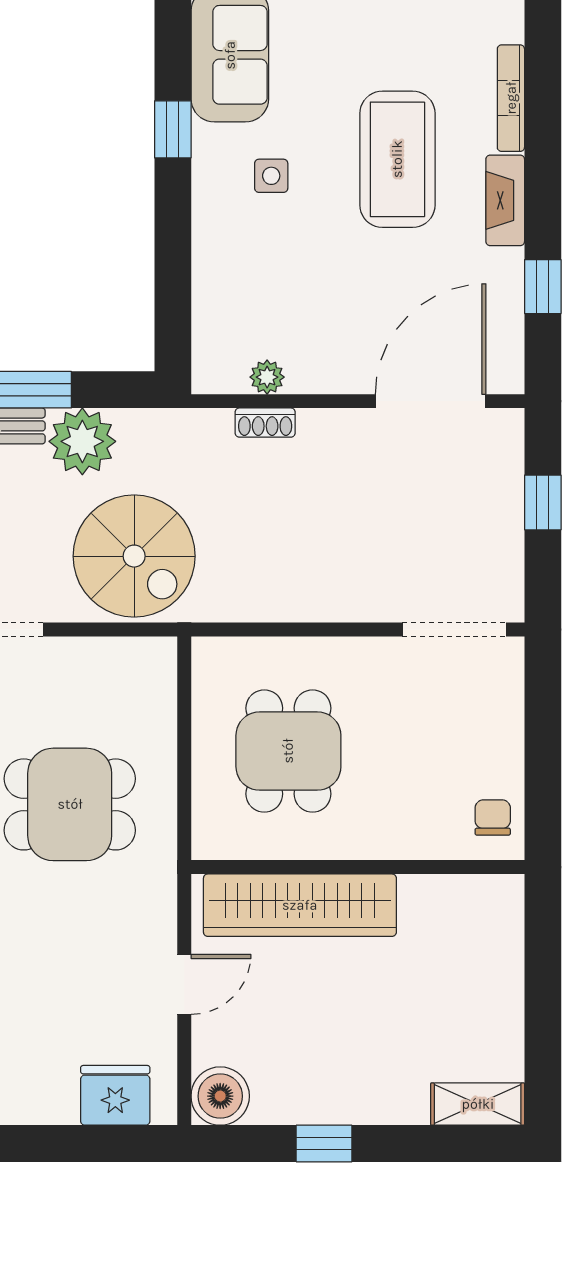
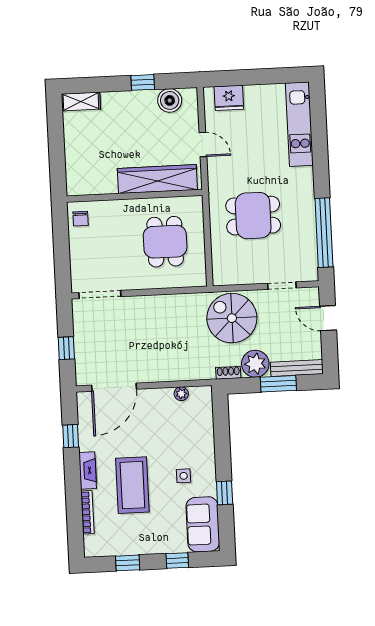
shoe rack: (265, 423) -> (228, 373), moved
door: (184, 984) -> (203, 144), swing flipped
boiler: (220, 1096) -> (170, 100), moved

